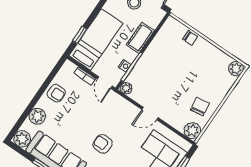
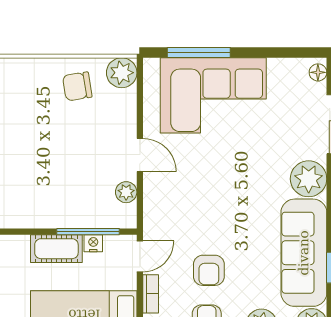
cot: (140, 38) -> (56, 249), moved
plant: (126, 88) -> (126, 192), moved
armchair: (103, 144) -> (209, 270), moved

